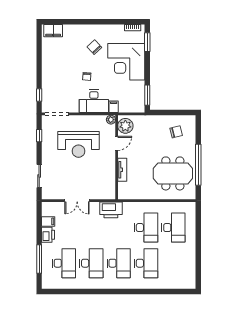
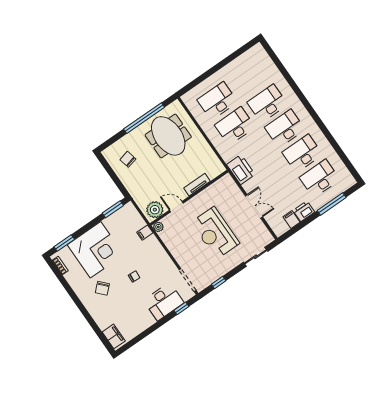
desk: (94, 101) -> (164, 302), moved, turned 90
reception desk: (78, 144) -> (215, 233), moved, turned 180

